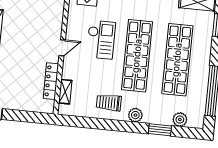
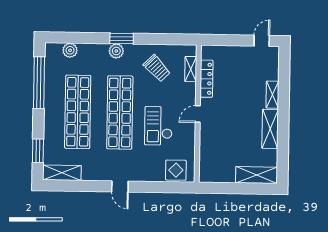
trolley: (109, 103) -> (157, 68), moved, turned 46
window: (160, 130) -> (122, 38), moved

